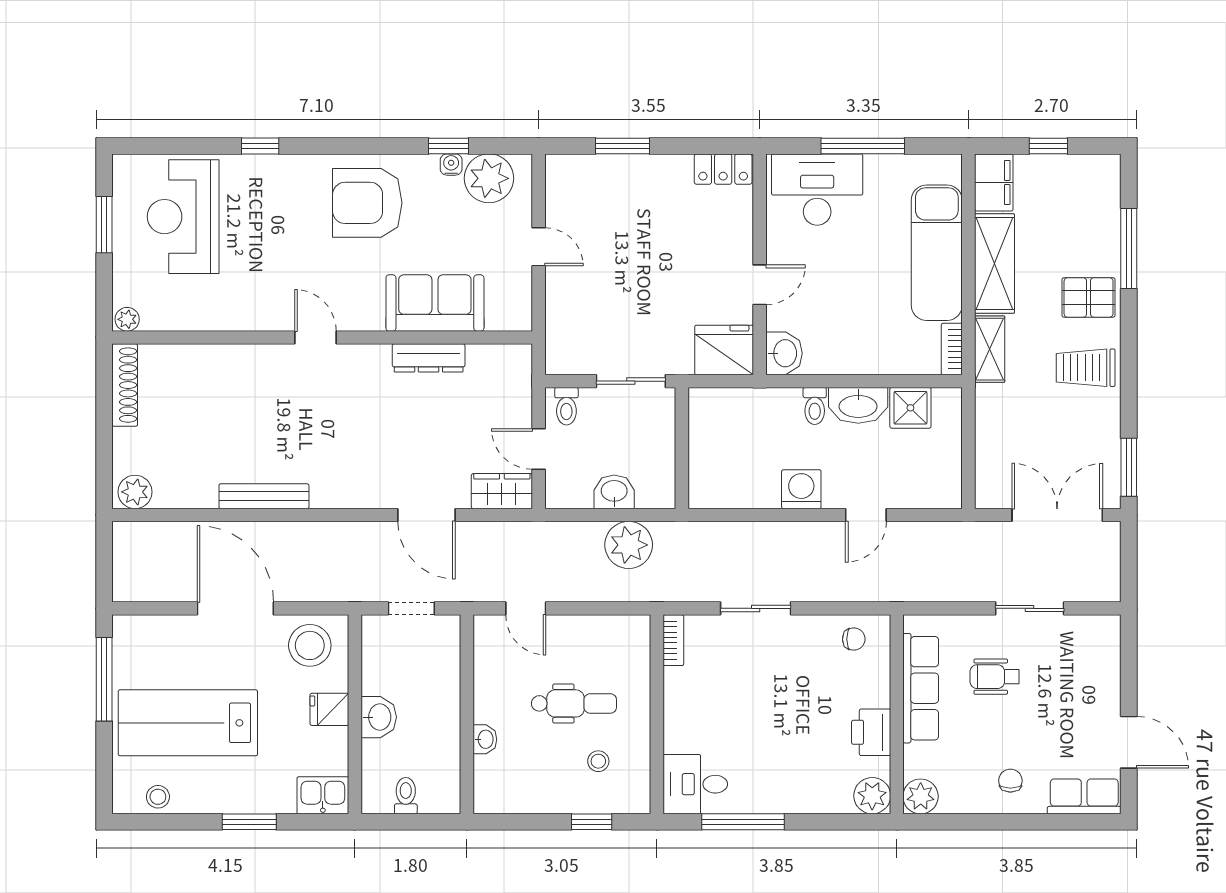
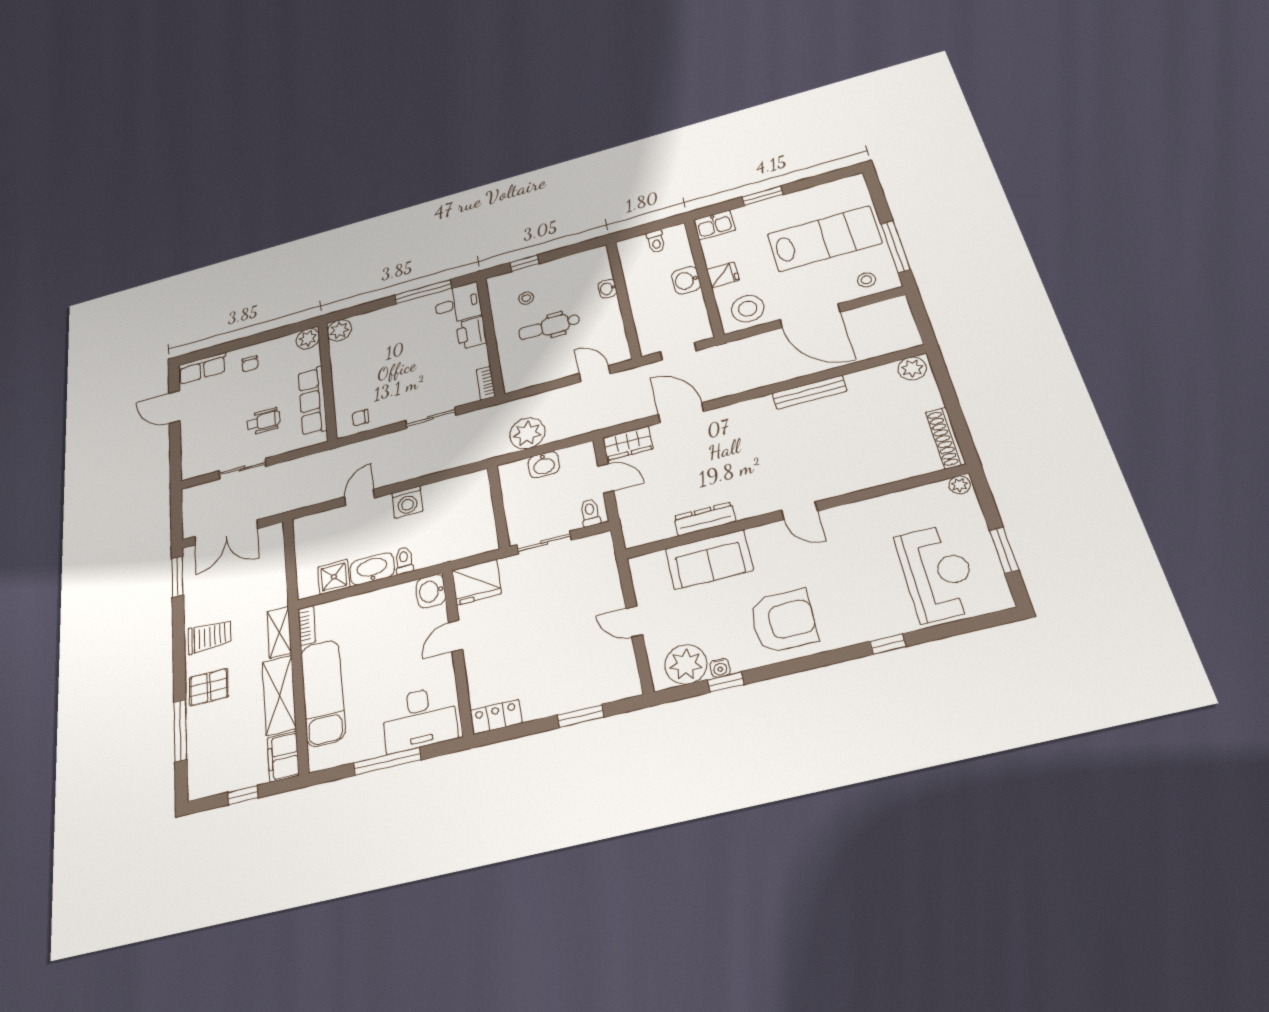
printer: (871, 732) -> (471, 333), moved, turned 180
stool: (158, 797) -> (866, 280), moved

